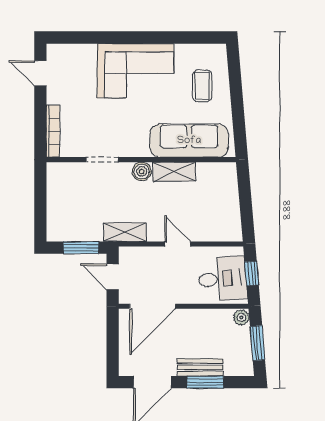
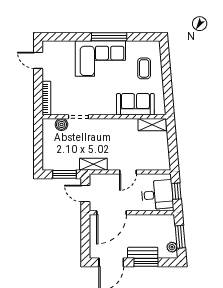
window: (149, 37) -> (109, 37), added
sofa: (189, 141) -> (135, 104), width x0.73
boiler: (142, 171) -> (61, 124), moved
shelving: (174, 172) -> (152, 125), moved
door: (178, 244) -> (128, 172), swing flipped
plant: (241, 317) -> (172, 247), moved

